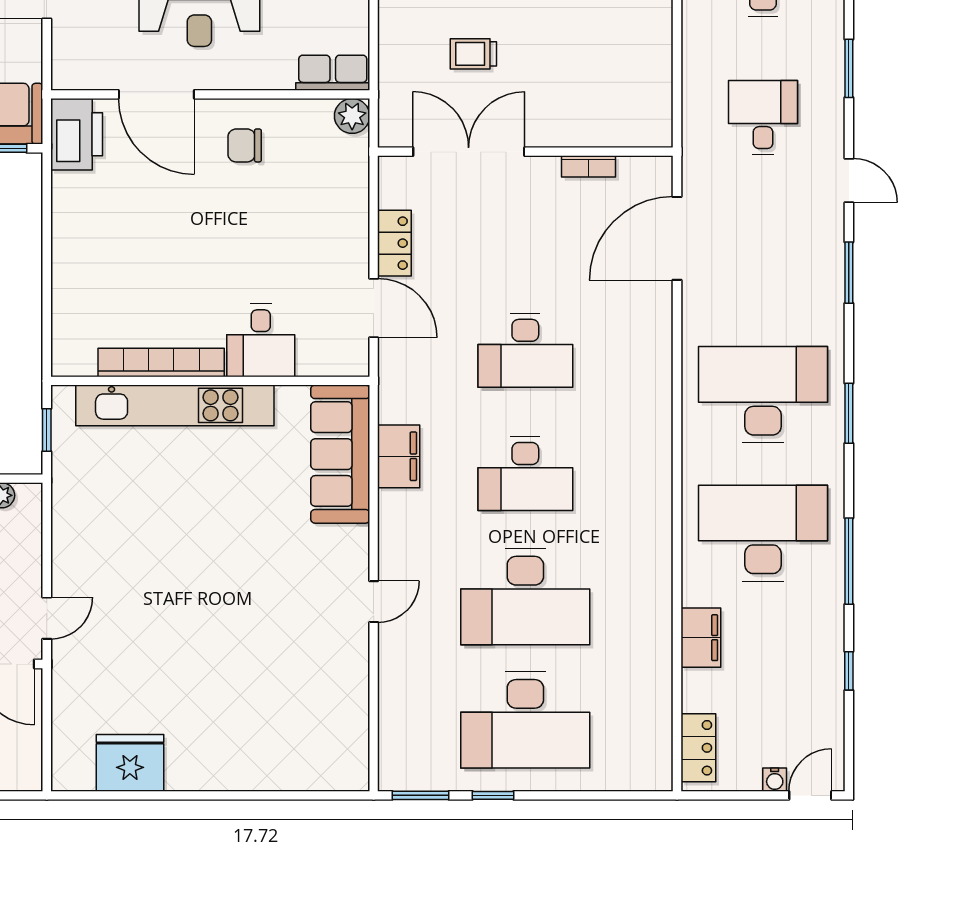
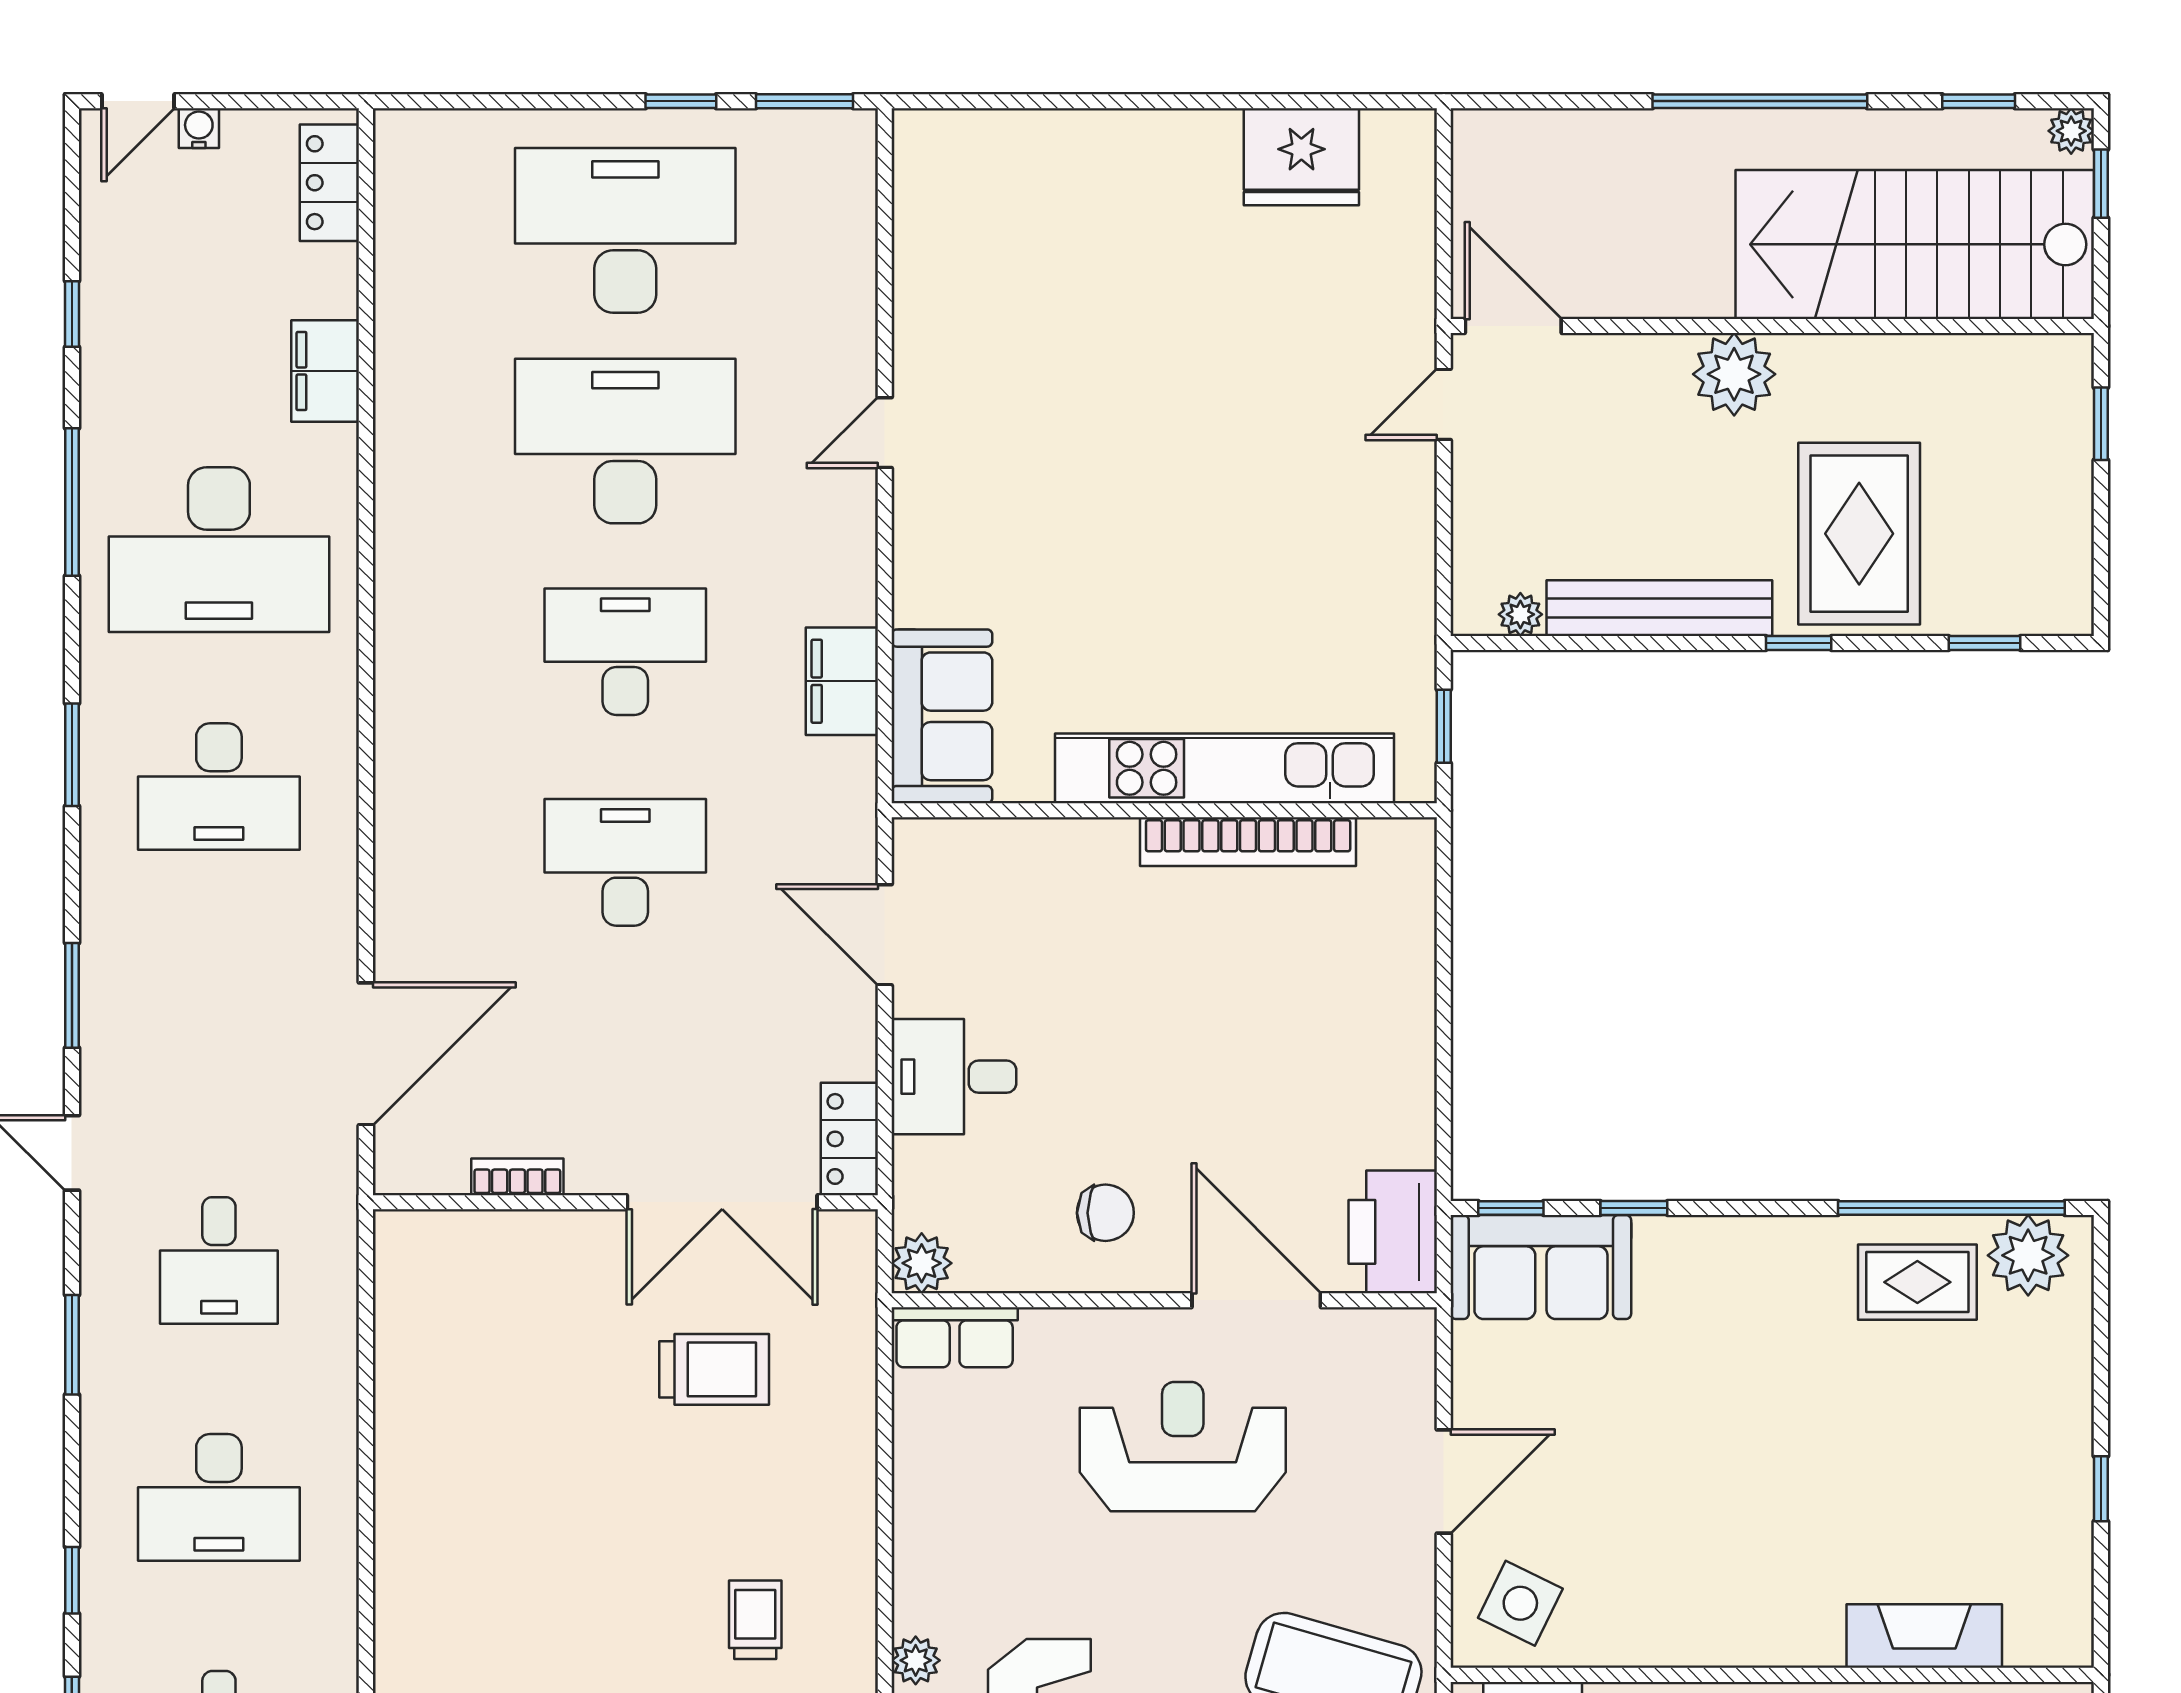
trolley: (473, 54) -> (714, 1369), width x1.36, depth x1.39
locker: (394, 243) -> (849, 1139), moved
desk: (261, 340) -> (954, 1077), moved, turned -90
desk: (763, 395) -> (219, 787), width x0.73, depth x0.77
sofa: (340, 454) -> (942, 716), width x0.73

